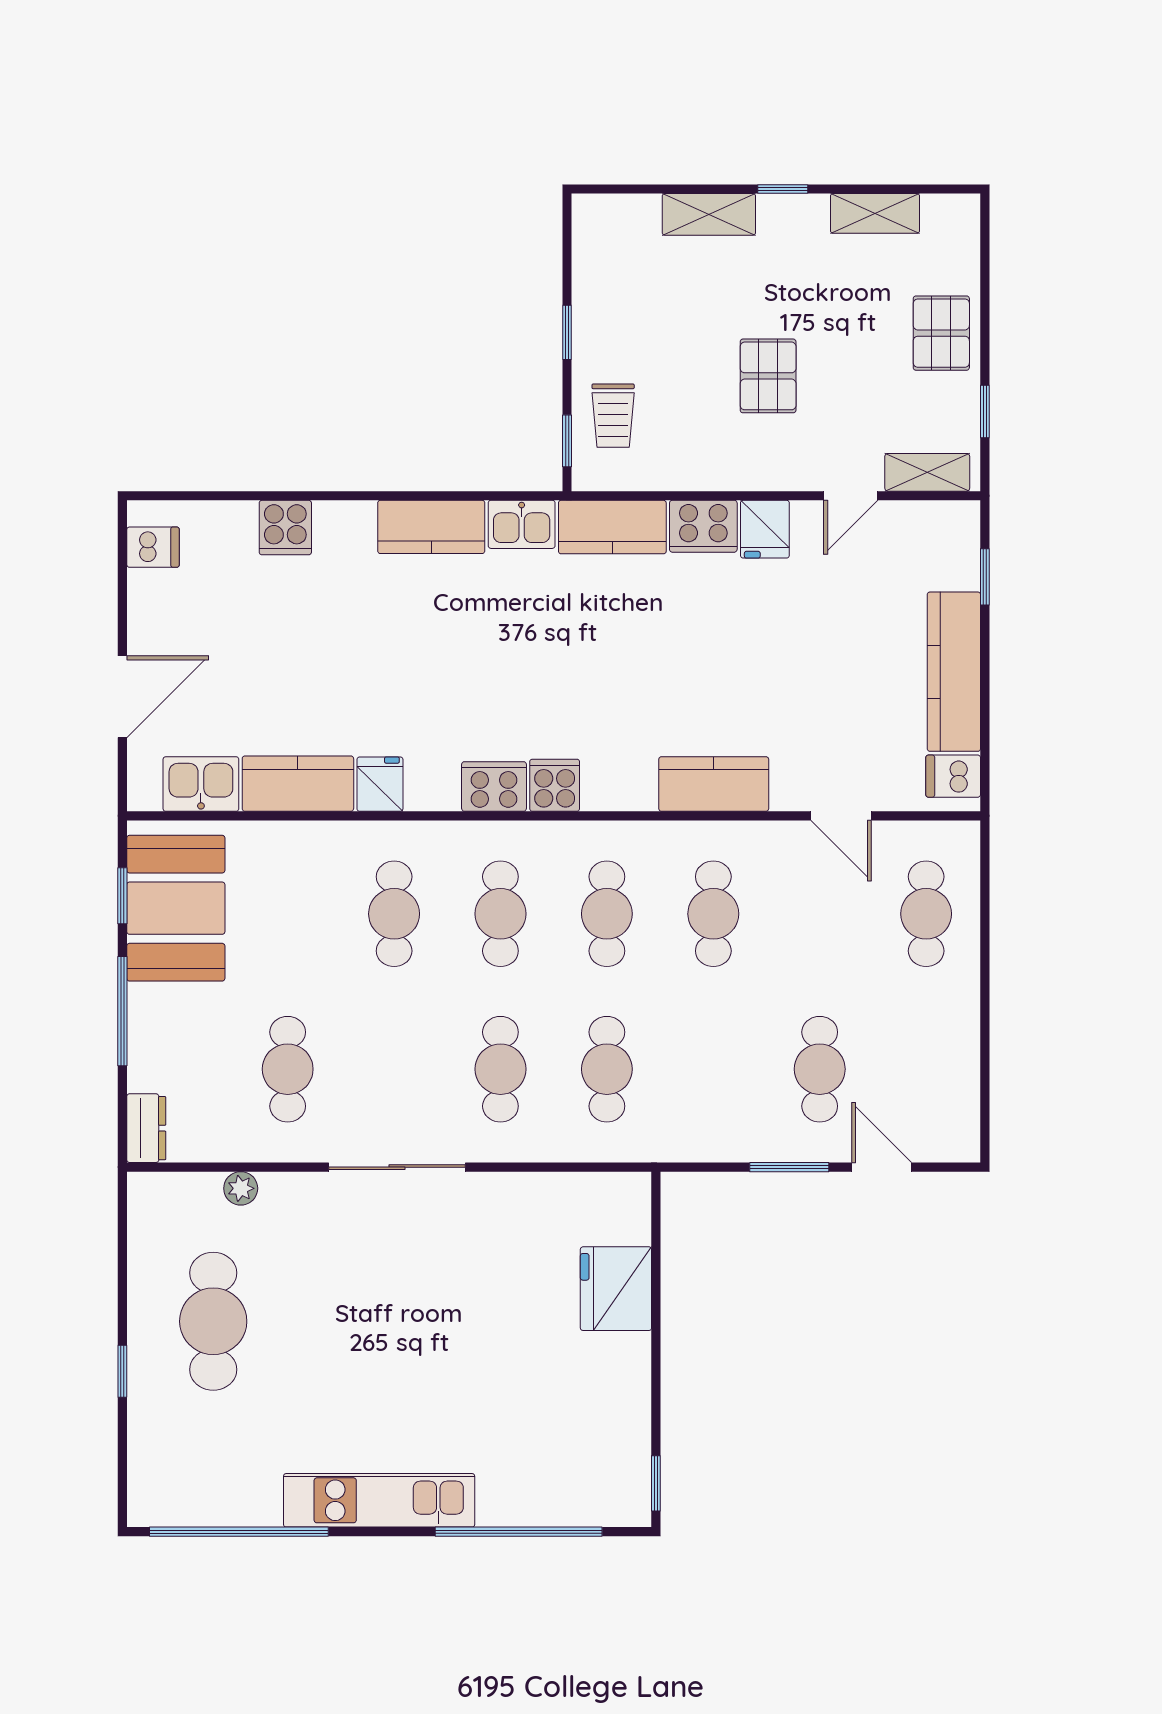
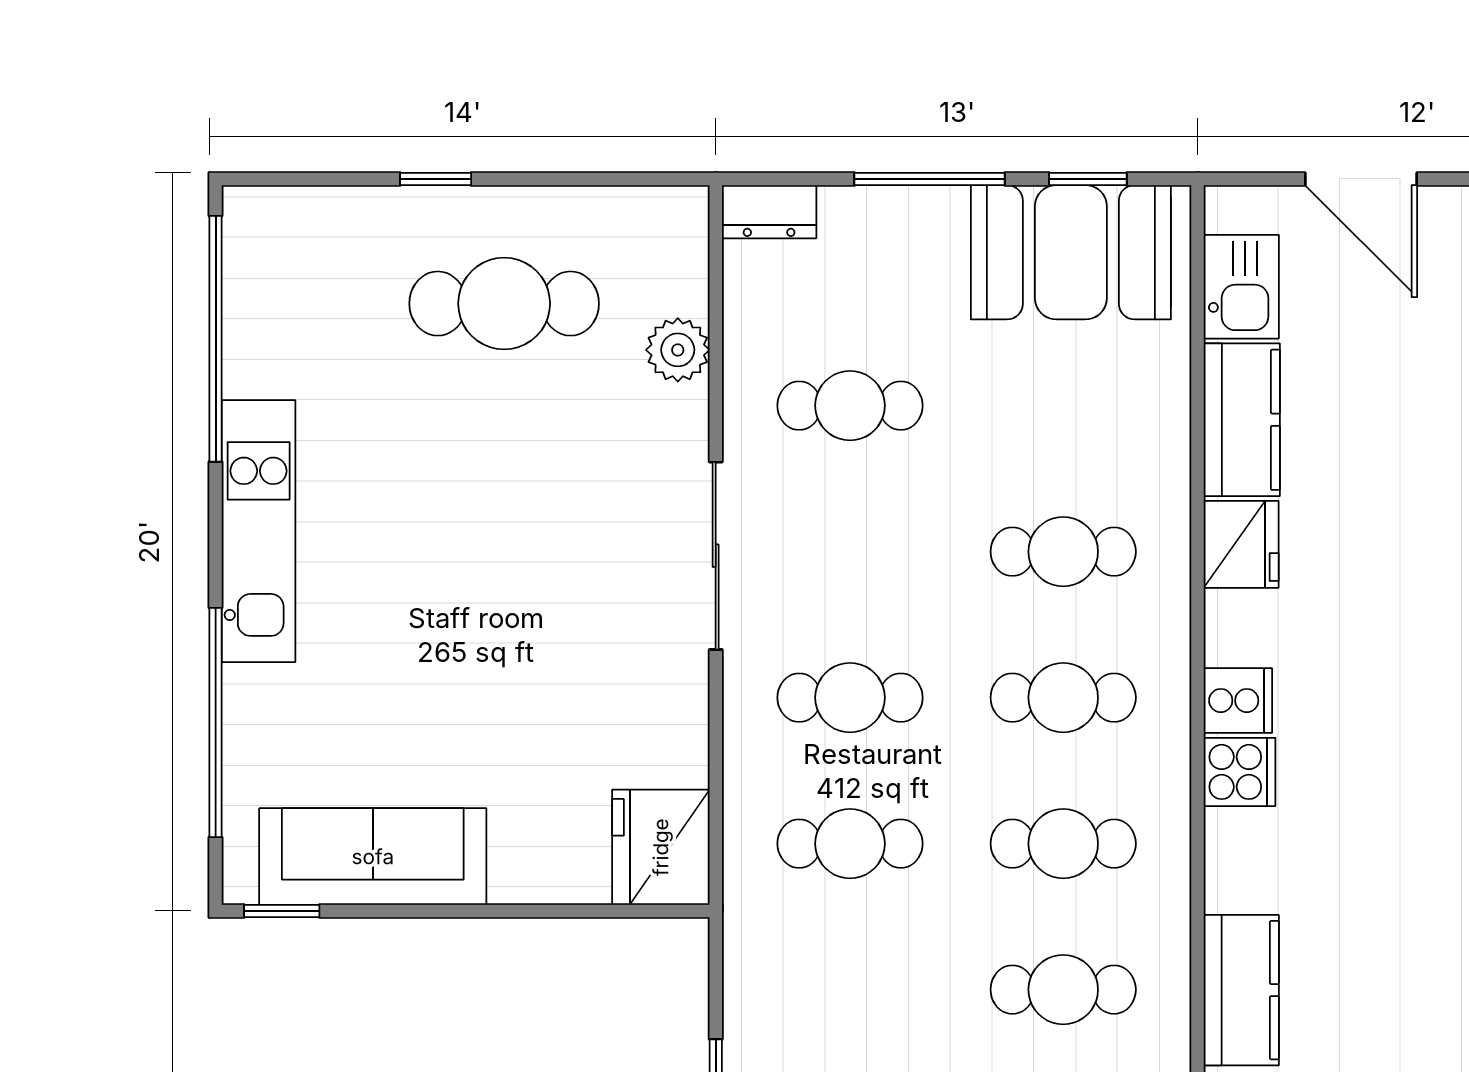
fridge: (380, 784) -> (1241, 544), width x1.38
cooker: (494, 786) -> (1238, 701), width x0.73
plant: (241, 1188) -> (678, 350), width x1.38, depth x1.38
fridge: (616, 1289) -> (661, 847), moved, turned -90
sofa: (616, 1417) -> (373, 857), added

